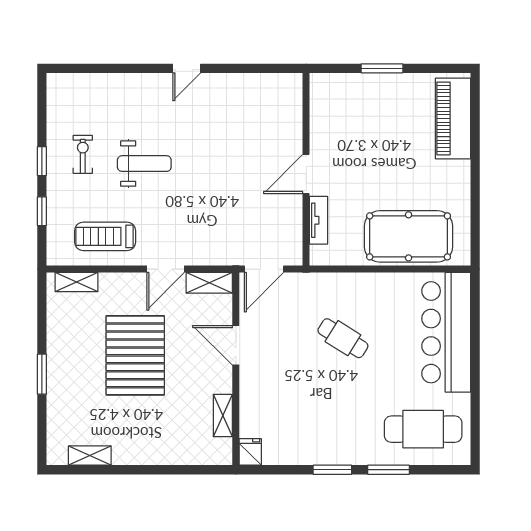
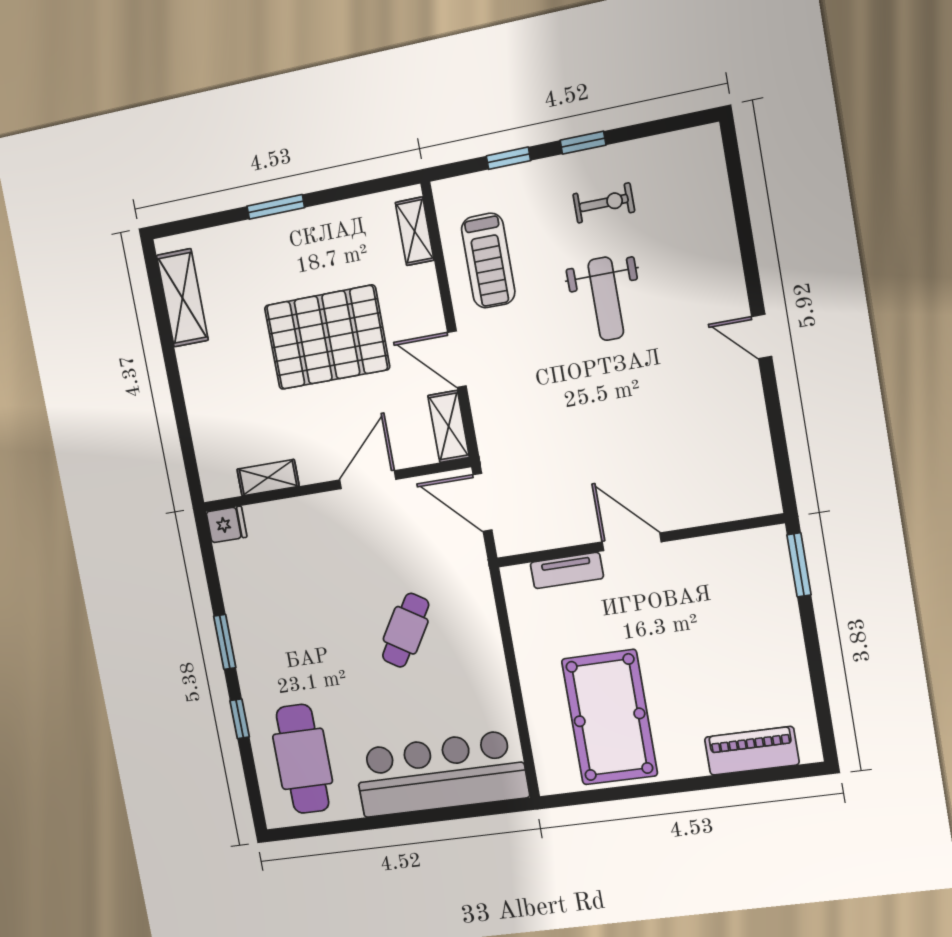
window: (382, 68) -> (799, 565), moved
piano: (453, 118) -> (752, 751), width x0.73, depth x0.75
treadmill: (105, 236) -> (488, 261), turned 180
pool table: (409, 236) -> (609, 717), moved
shelving: (90, 456) -> (182, 298), width x1.50, depth x1.33
window: (388, 470) -> (240, 719), width x0.67

